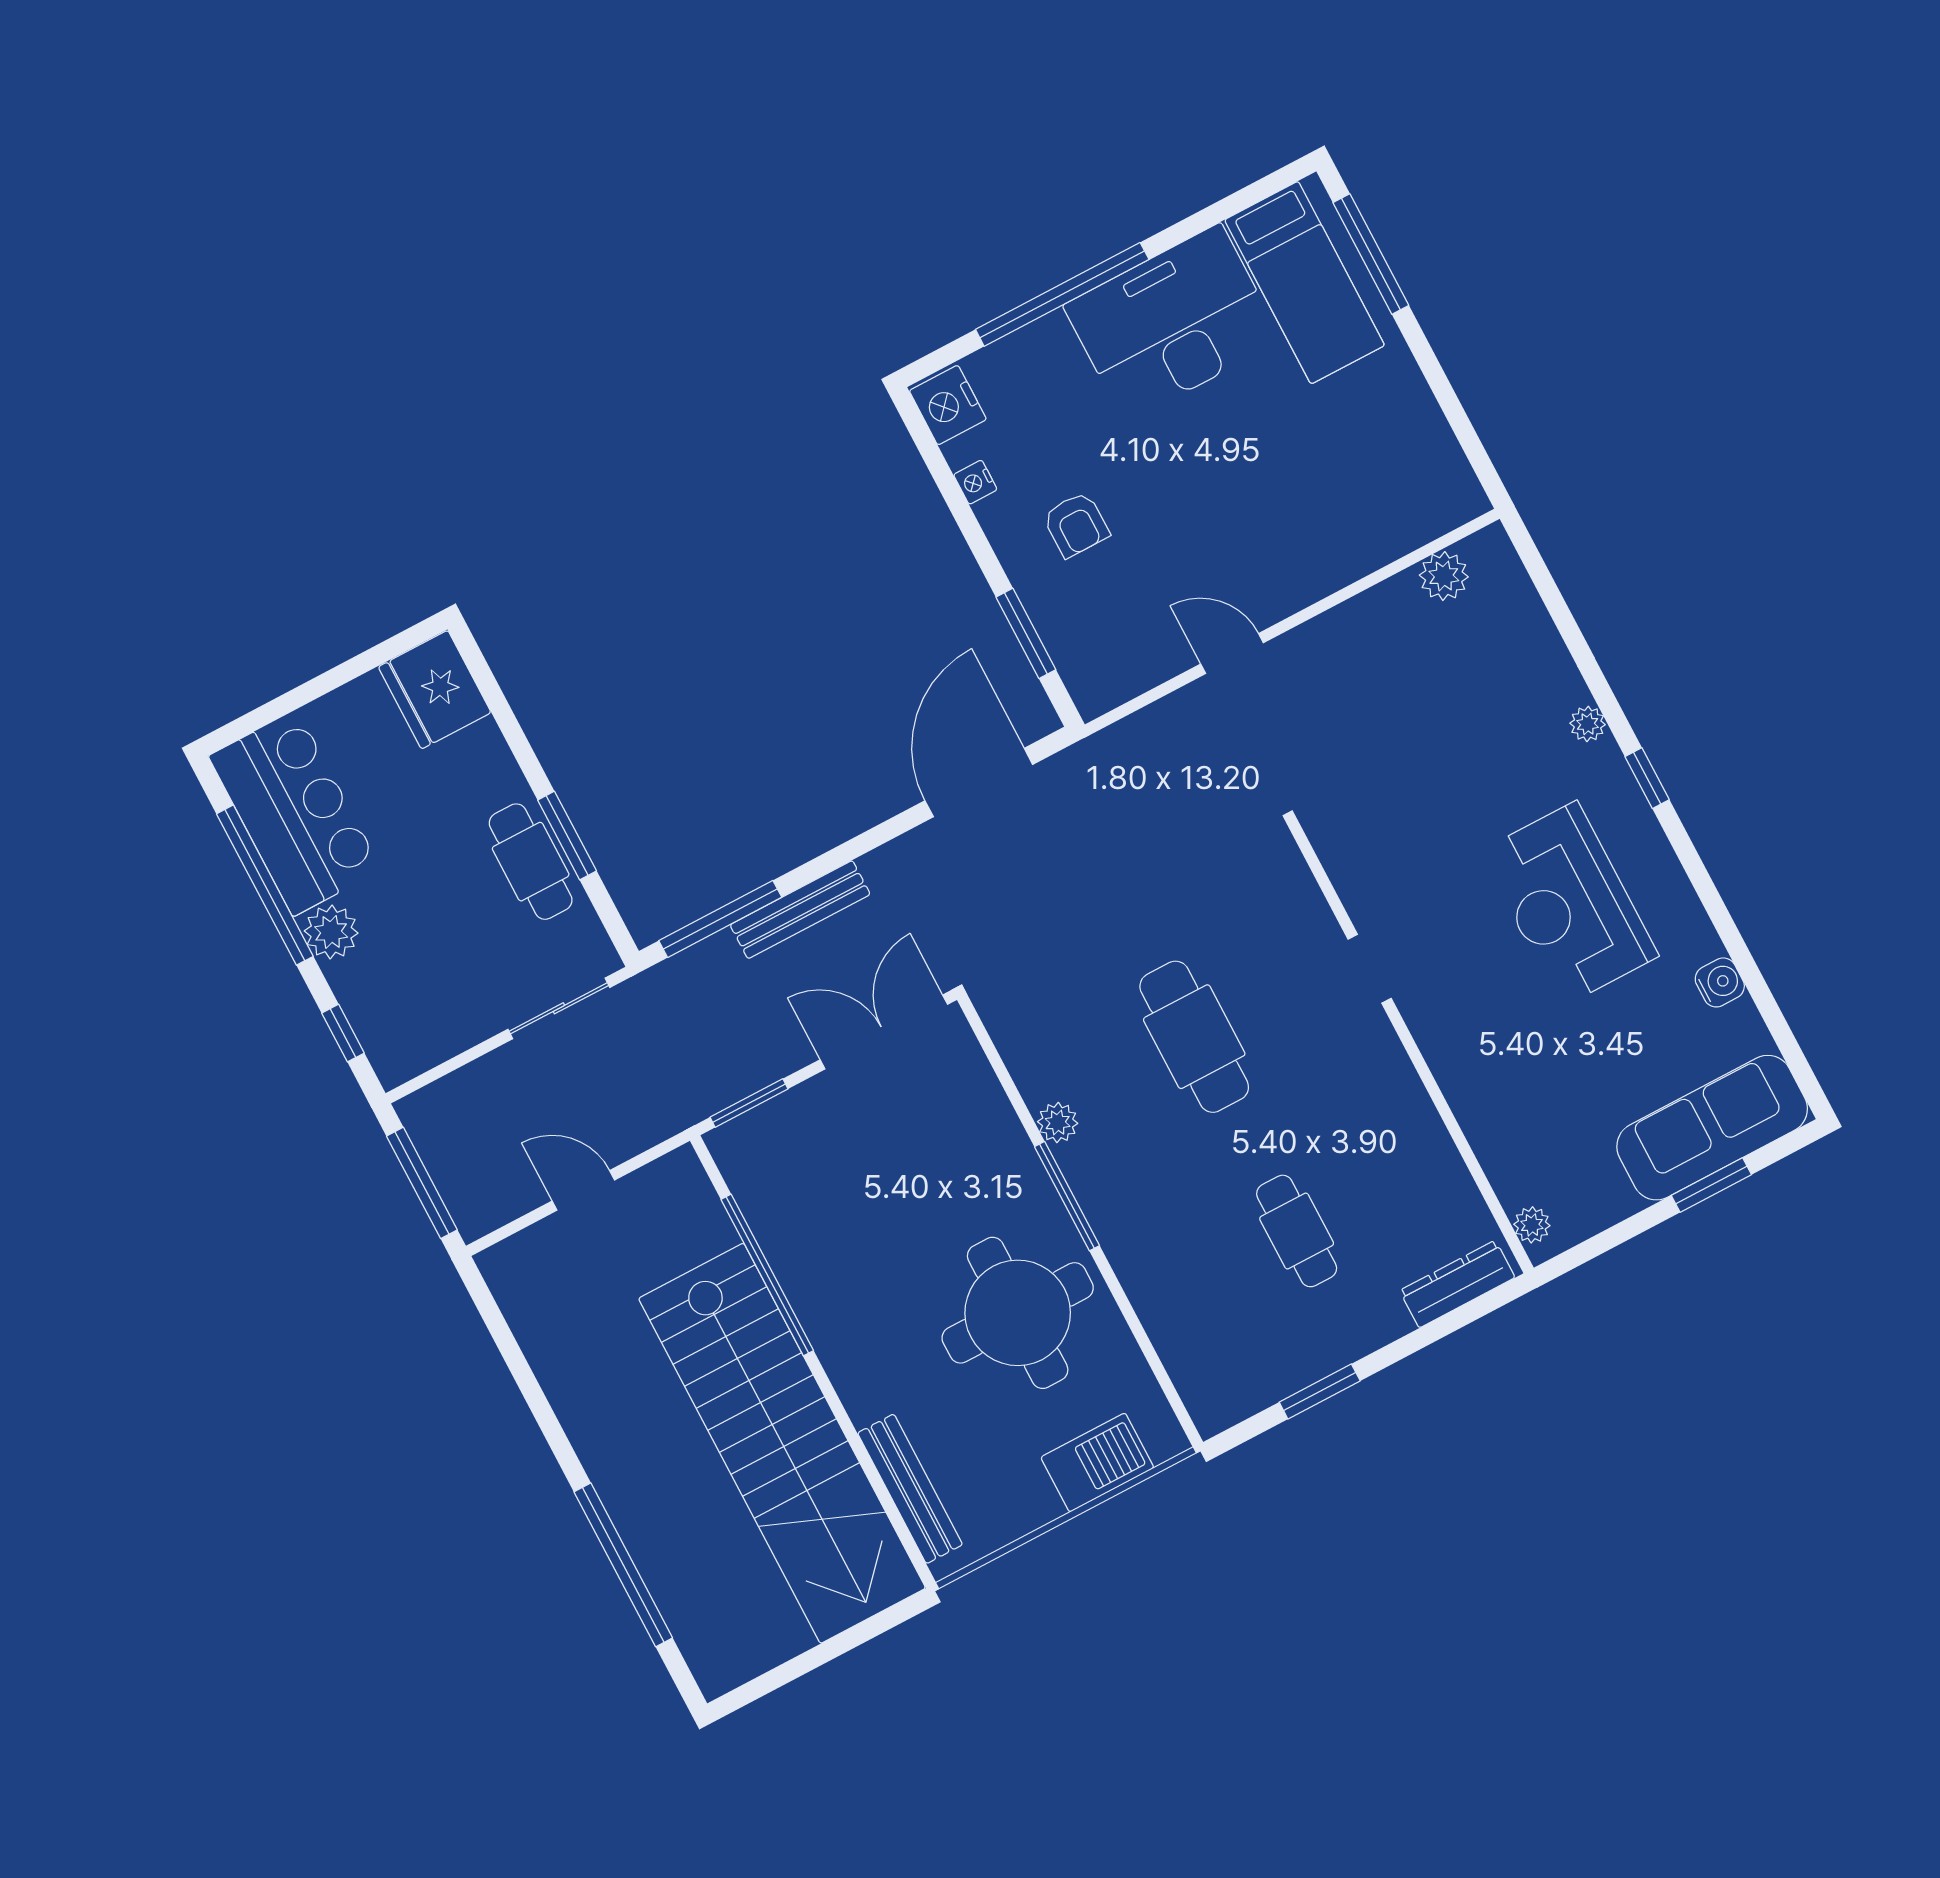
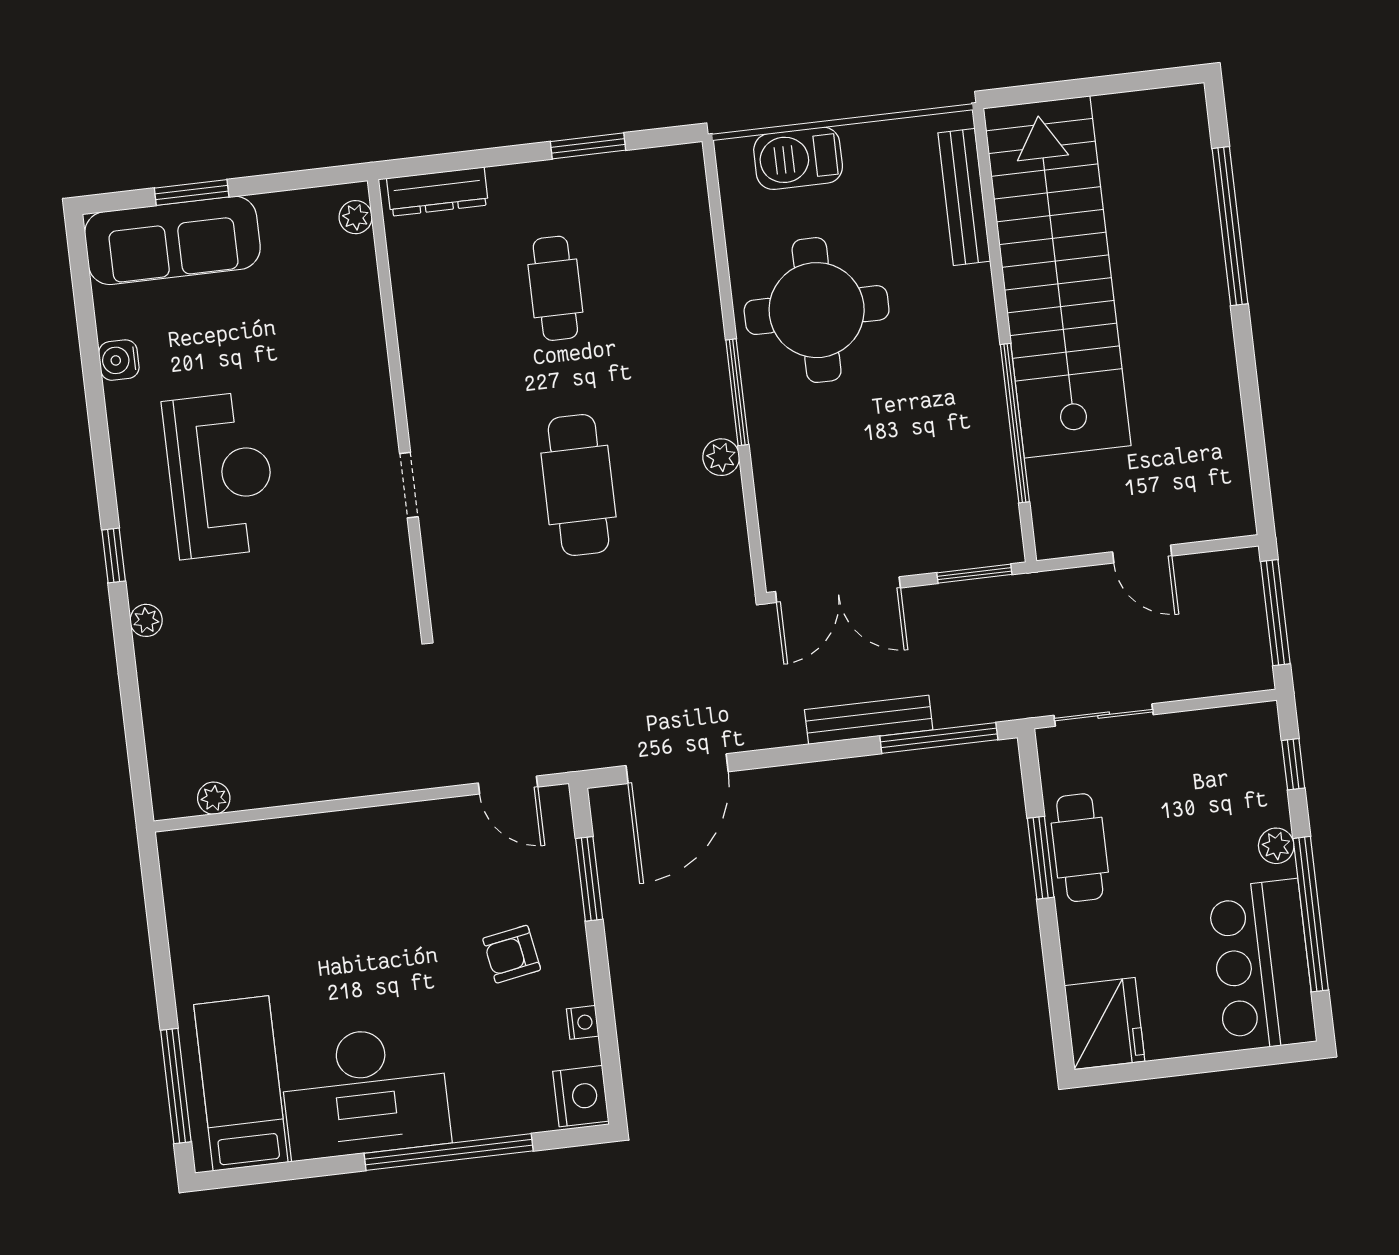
armchair: (1076, 525) -> (512, 954), turned -100
plant: (1444, 576) -> (214, 798), width x0.73, depth x0.73
door: (1232, 653) -> (508, 785), moved
plant: (331, 932) -> (1276, 846), width x0.73, depth x0.73

